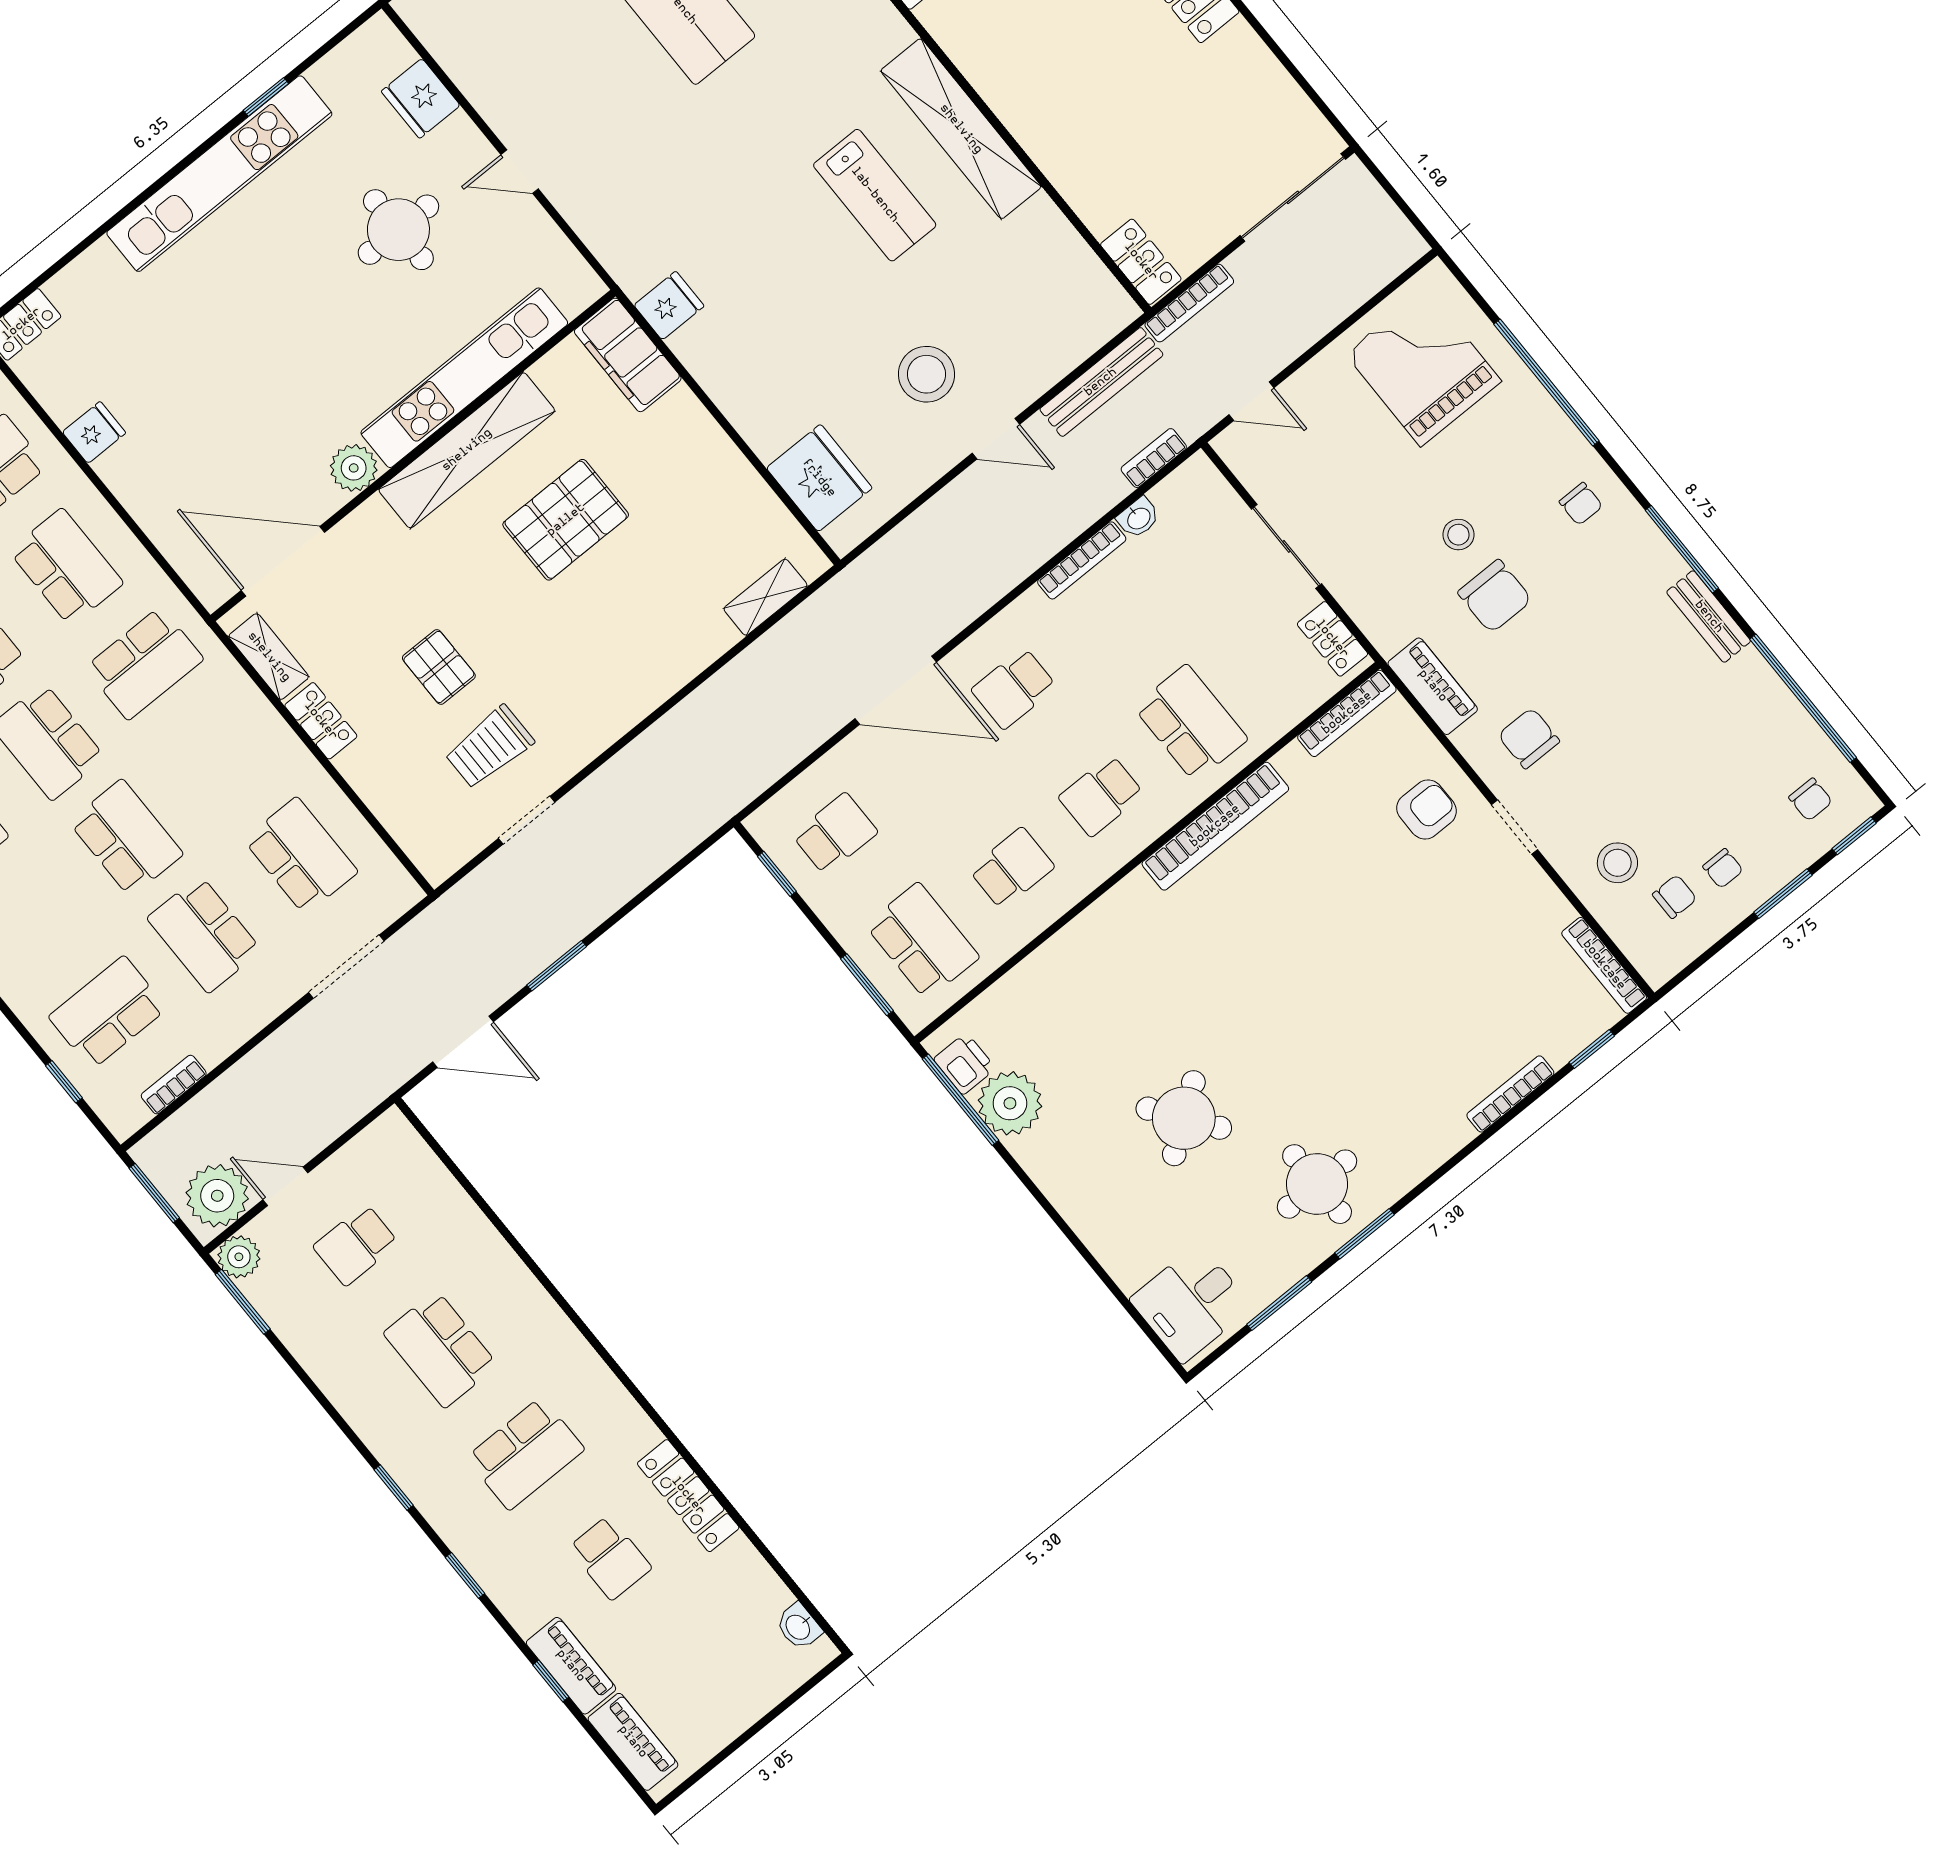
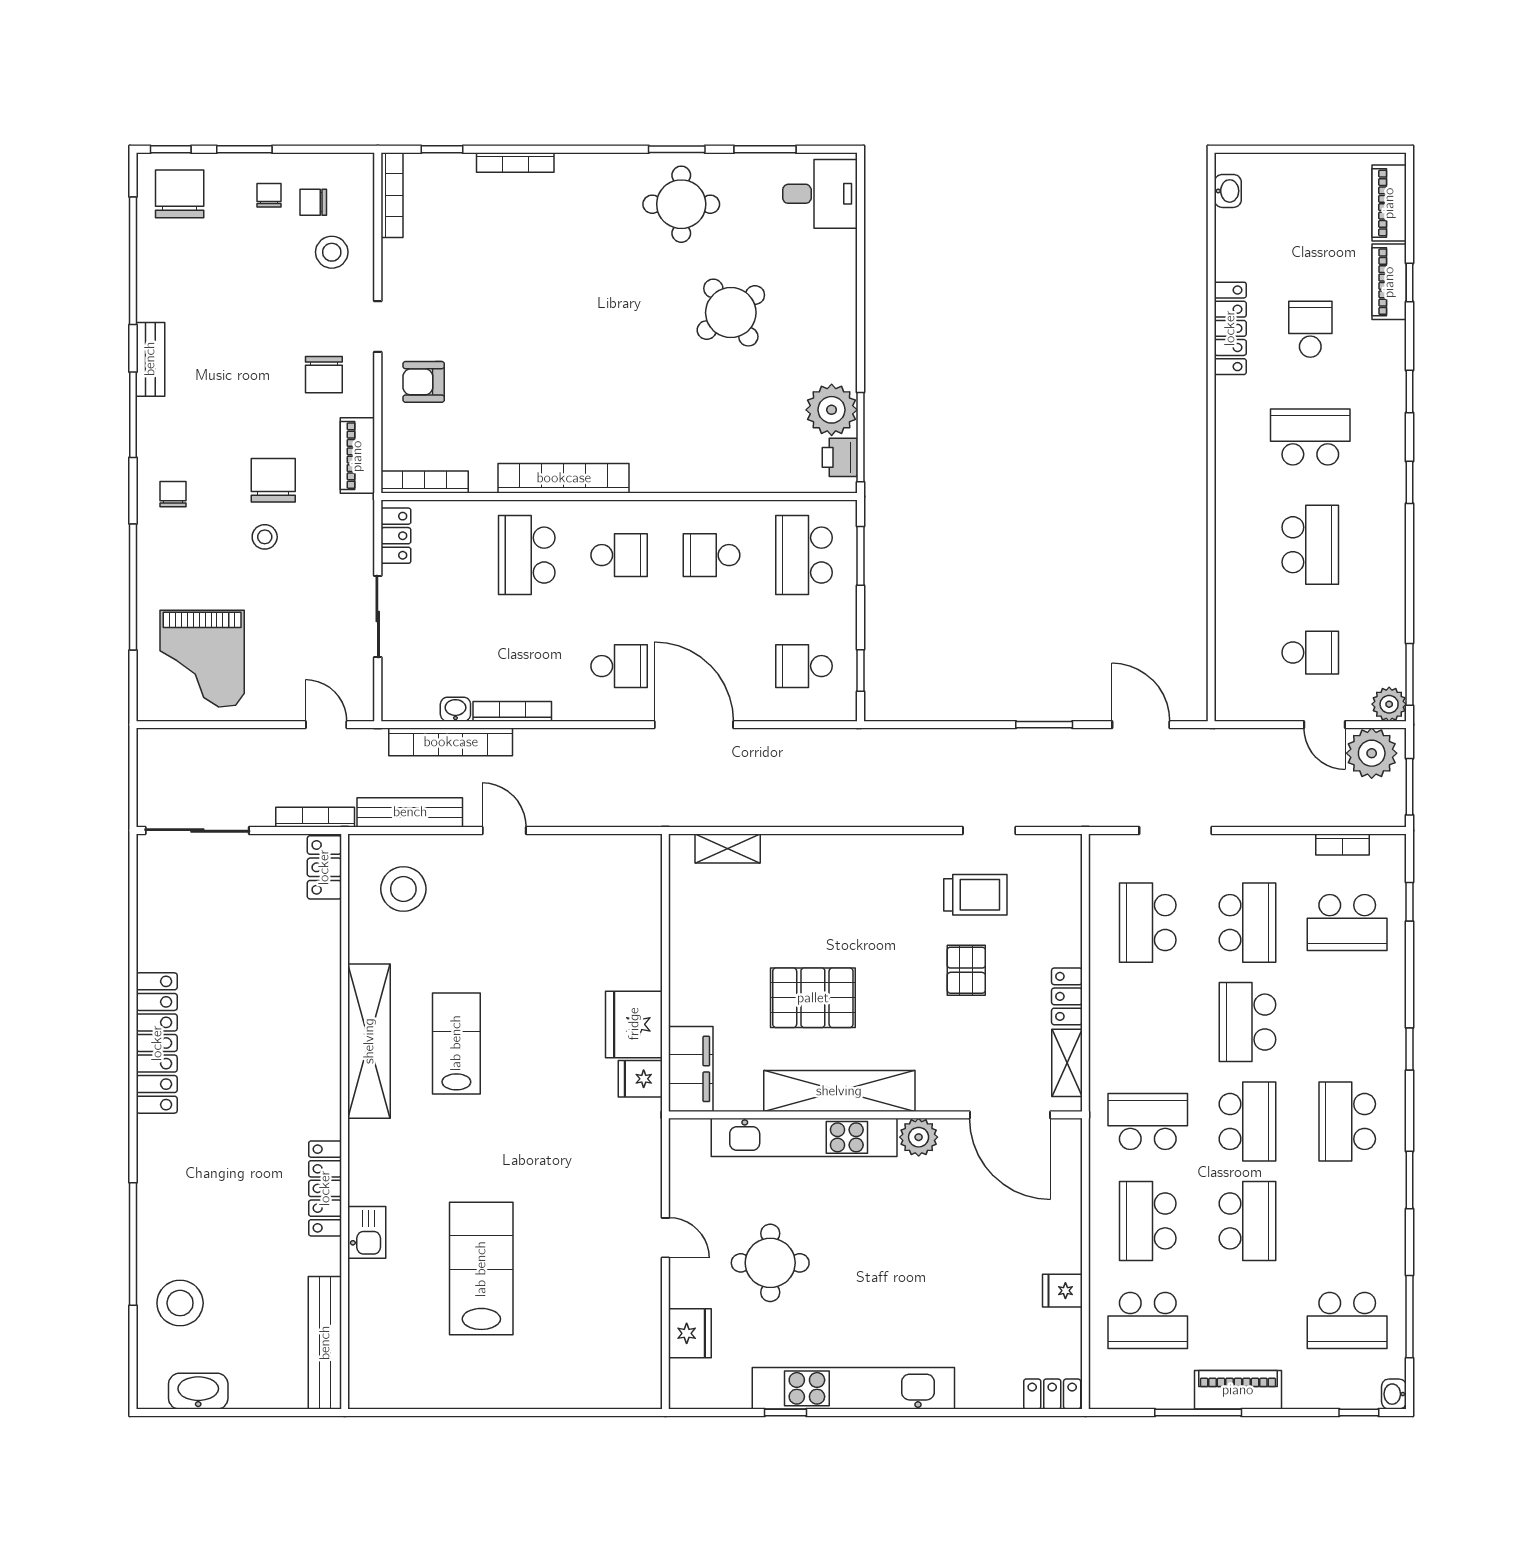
stool: (926, 374) -> (403, 889), moved
bookcase: (1154, 458) -> (451, 742), width x2.31, depth x1.31
fridge: (819, 478) -> (634, 1024), moved
chair: (1810, 800) -> (180, 194), width x1.87, depth x1.87

